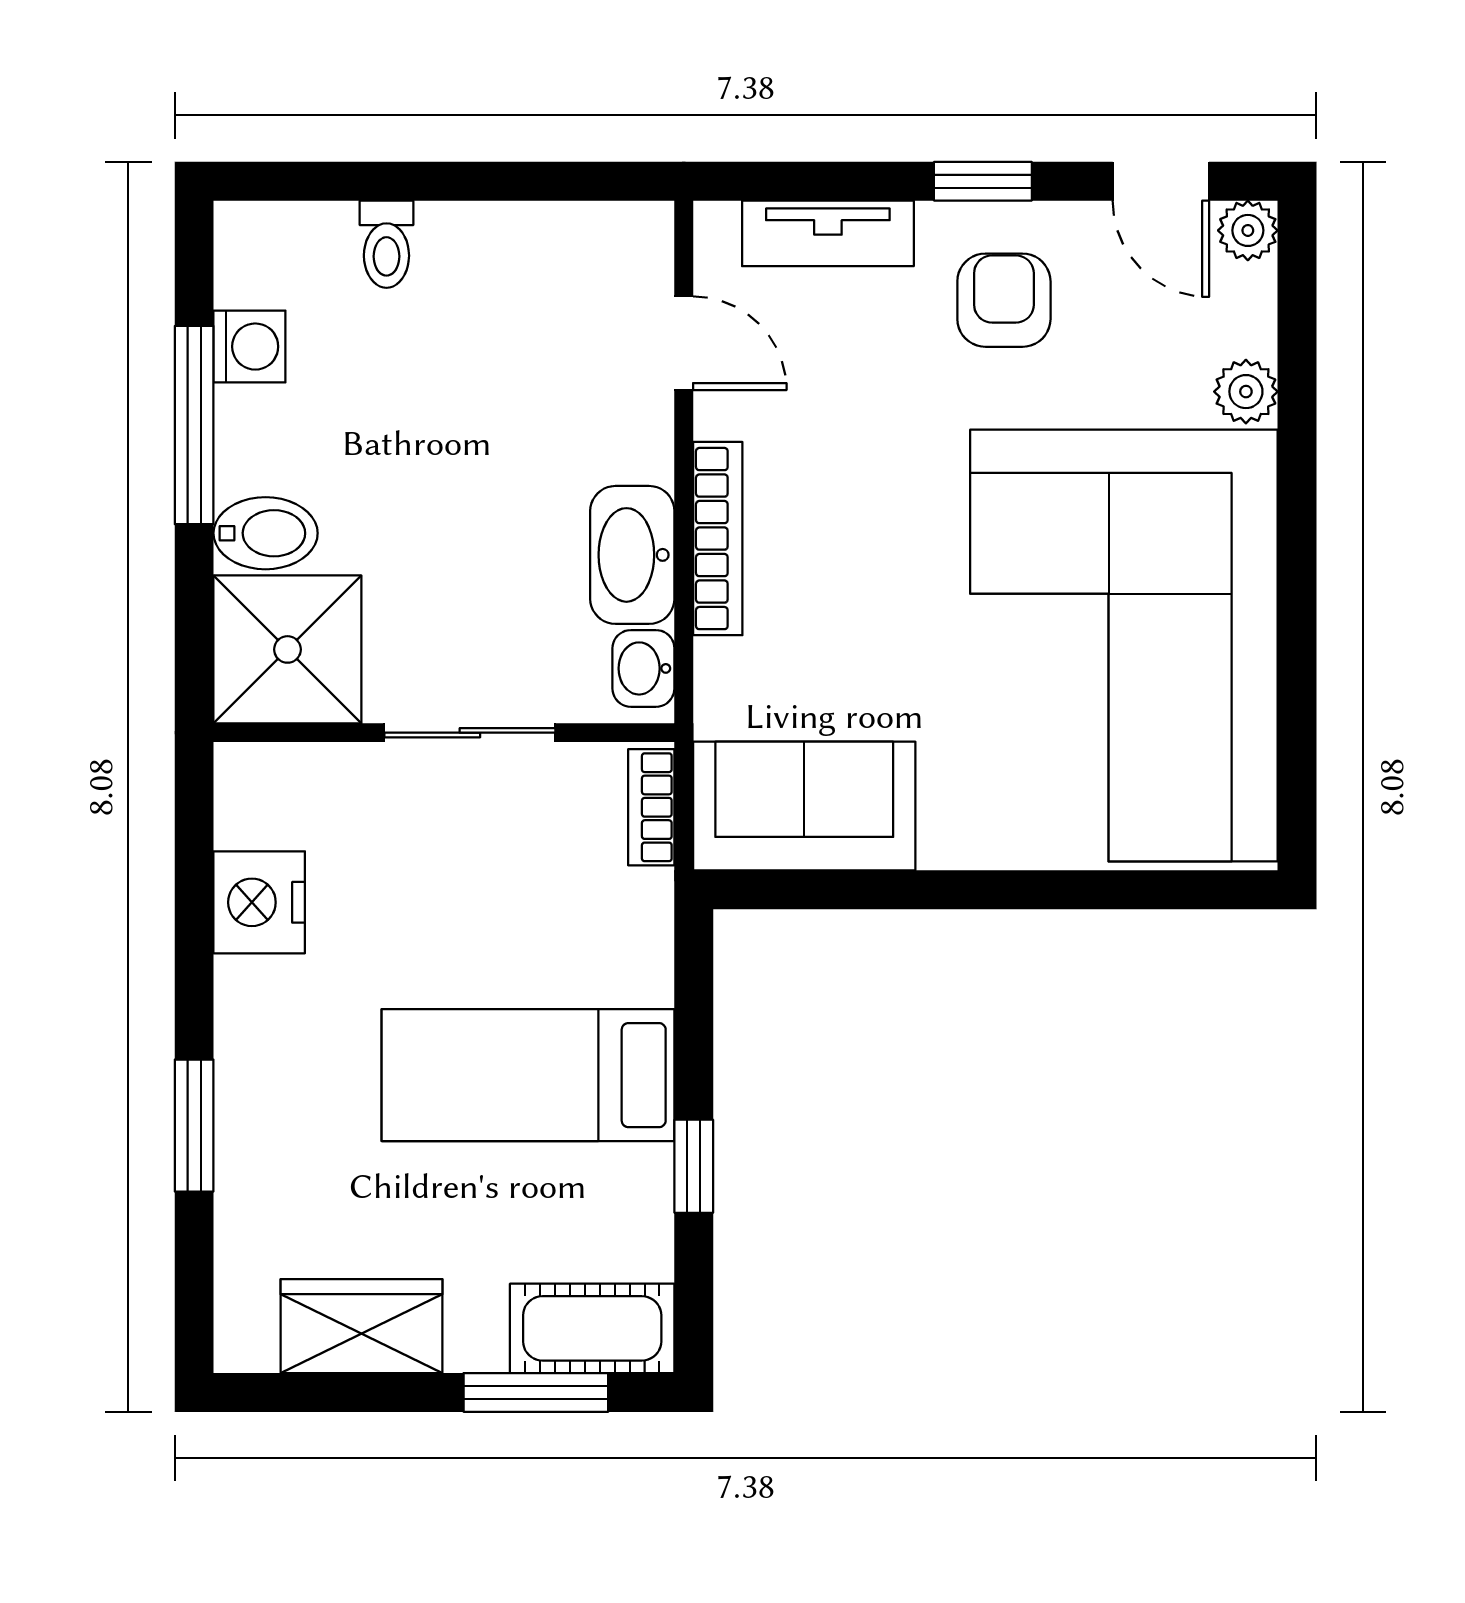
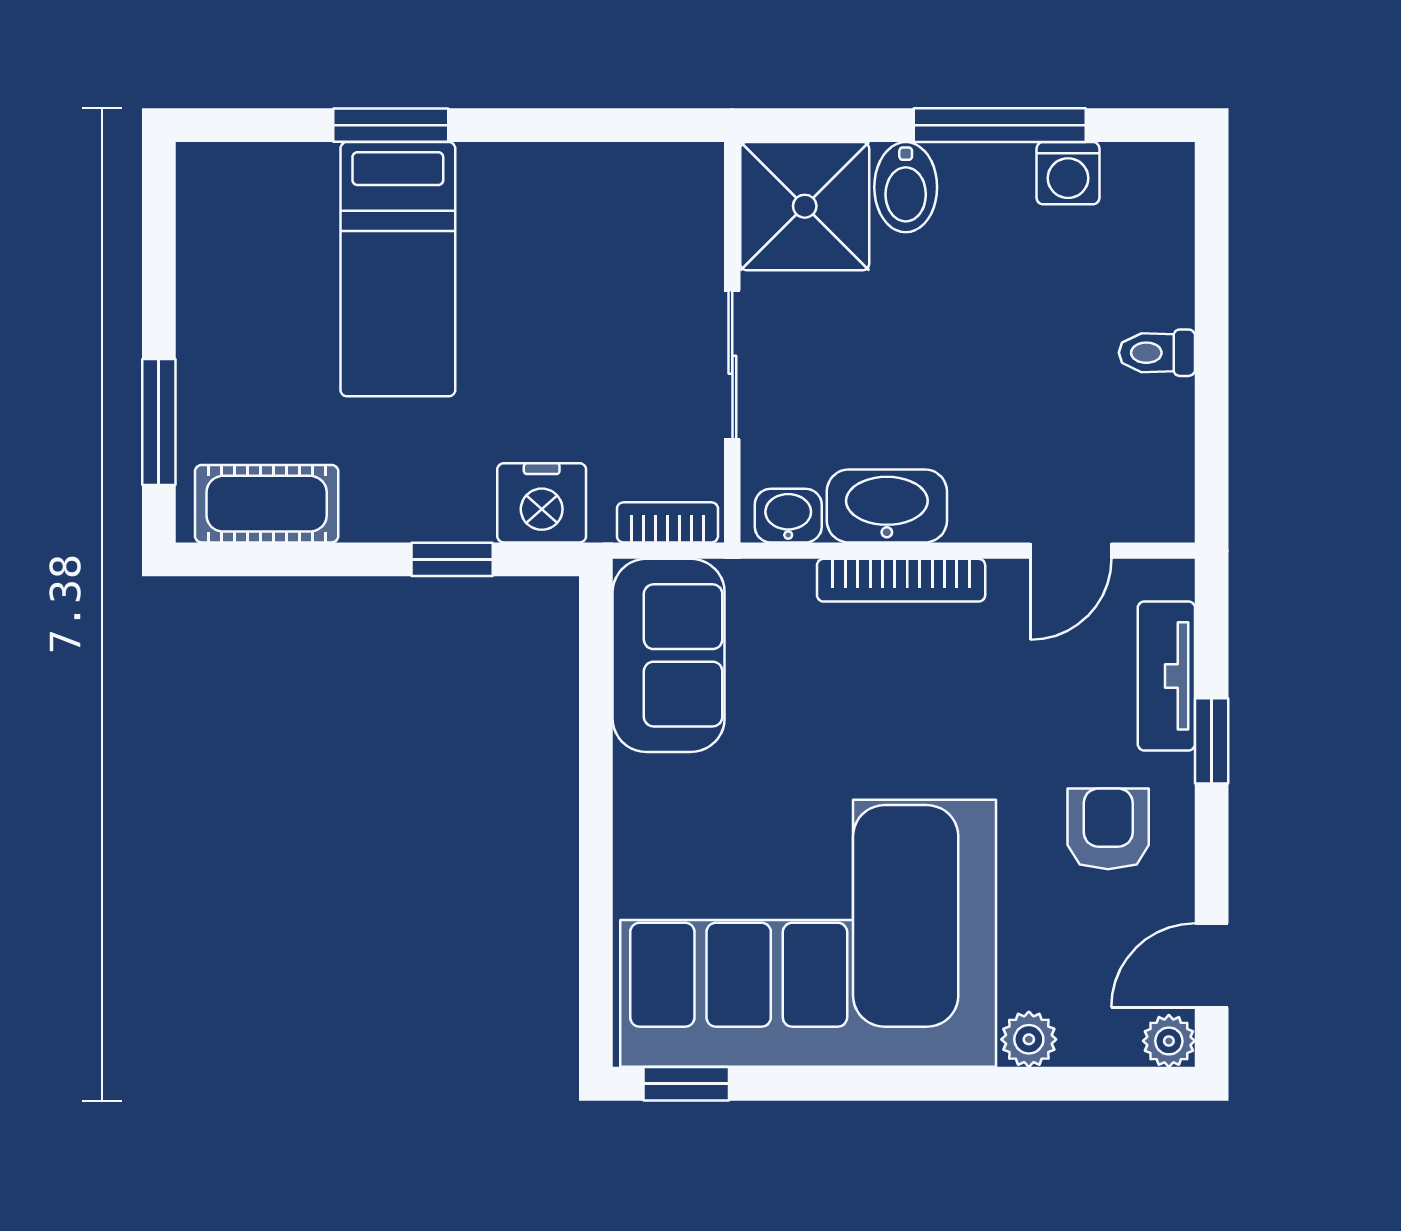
window: (983, 181) -> (1212, 741), moved
toilet: (386, 244) -> (1157, 353), moved
armchair: (1004, 300) -> (1108, 829), turned -90
window: (1297, 786) -> (686, 1084), added
nightstand: (259, 902) -> (542, 503), moved, turned 180
bed: (528, 1075) -> (398, 269), moved, turned 180
window: (694, 1166) -> (452, 559), moved
wardrobe: (361, 1326) -> (216, 271), removed
cot: (592, 1328) -> (267, 504), moved, turned 90

